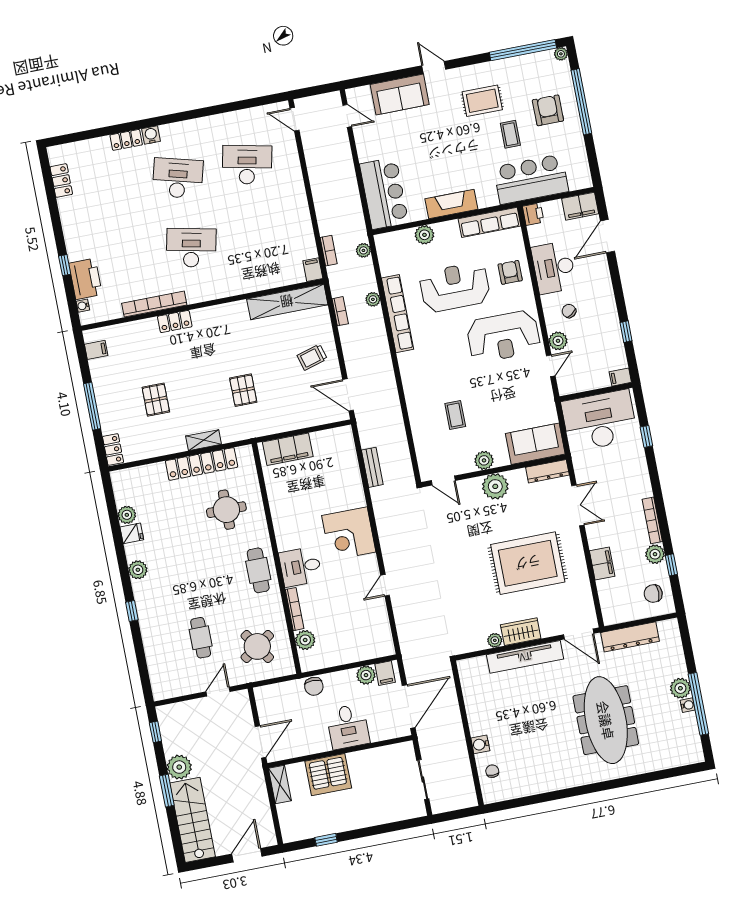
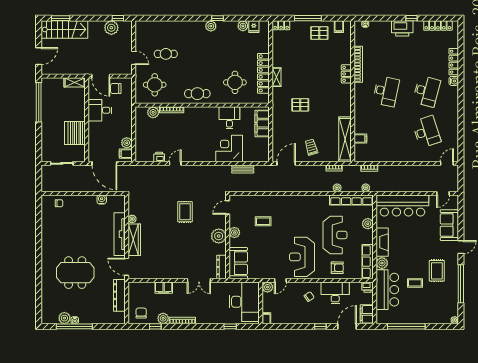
window: (523, 50) -> (461, 284), moved
window: (581, 102) -> (406, 326), moved
armchair: (548, 110) -> (424, 307), removed
locker: (126, 140) -> (454, 62), width x1.53
desk: (247, 165) -> (427, 132), turned -30
locker: (61, 181) -> (438, 26), width x1.53
bar counter: (384, 193) -> (402, 205), width x1.36
plant: (487, 197) -> (382, 263), added
door: (607, 236) -> (347, 326), hinge flipped
window: (65, 265) -> (411, 18), moved
filing cabinet: (313, 270) -> (360, 139), moved
printer: (85, 279) -> (402, 28), moved
row of seats: (398, 314) -> (351, 200), moved
window: (626, 332) -> (320, 326), moved
plant: (558, 341) -> (267, 287), moved
door: (551, 366) -> (280, 280), hinge flipped
pallet: (156, 400) -> (319, 33), moved
fridge: (132, 533) -> (254, 27), moved
corner desk: (349, 534) -> (229, 149), moved
rug: (528, 563) -> (185, 212), moved, width x0.54, depth x0.49
desk: (300, 567) -> (229, 118), moved
door: (385, 585) -> (175, 163), hinge flipped
window: (132, 611) -> (217, 18), moved
printer: (379, 615) -> (159, 157), added
wardrobe: (521, 632) -> (134, 240), width x1.50
door: (579, 634) -> (127, 267), hinge flipped
round table: (257, 646) -> (155, 85), turned 34
chair: (314, 686) -> (116, 89), moved
plant: (680, 688) -> (64, 318), moved
meeting table: (606, 720) -> (75, 273), width x0.73
desk: (348, 727) -> (100, 110), moved
water cooler: (480, 744) -> (102, 199), moved
plant: (179, 767) -> (111, 28), moved
server rack: (328, 775) -> (75, 133), moved
window: (167, 791) -> (61, 18), moved
window: (326, 840) -> (39, 102), width x3.17
door: (247, 855) -> (39, 56), hinge flipped

